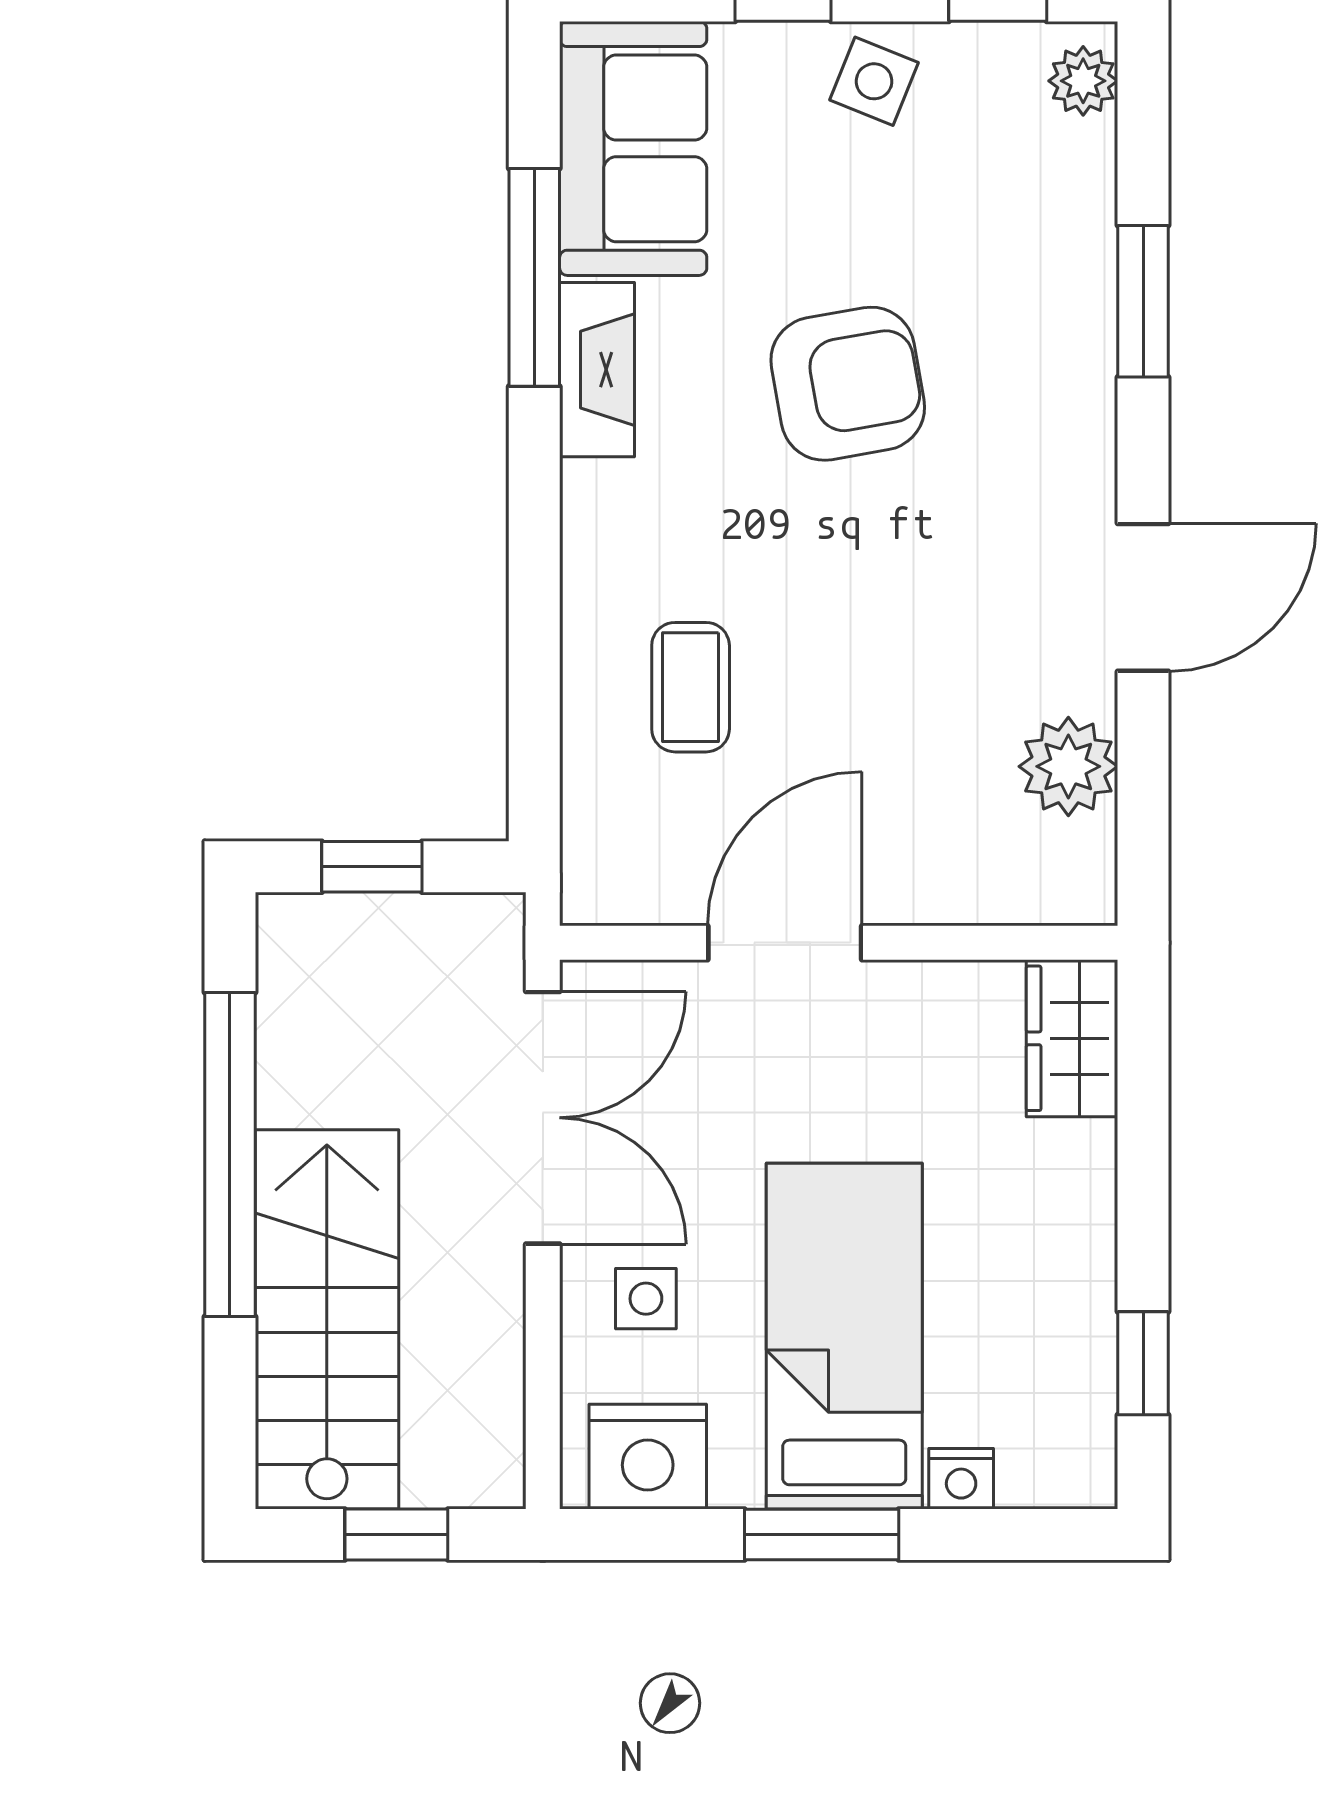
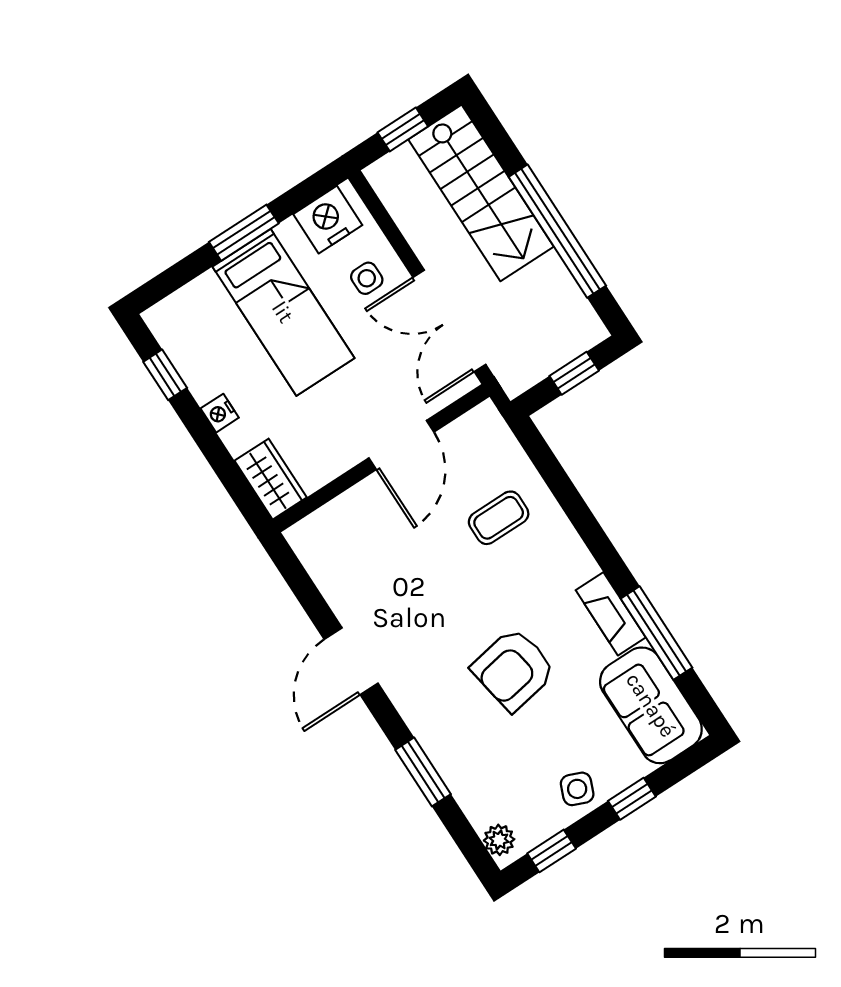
coffee table: (691, 687) -> (499, 518), turned 90
plant: (1068, 766) -> (338, 580), removed
nightstand: (961, 1479) -> (220, 413), moved, turned -90

